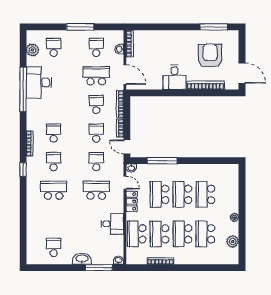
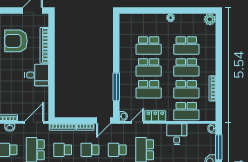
plant: (233, 242) -> (210, 19), moved

